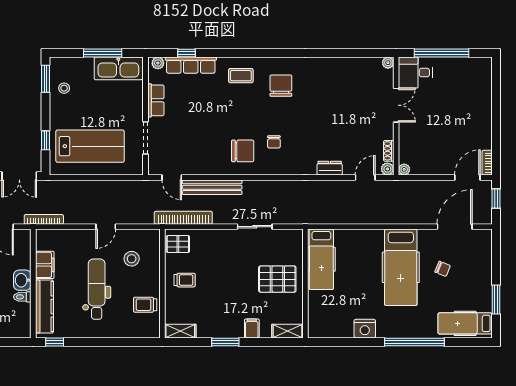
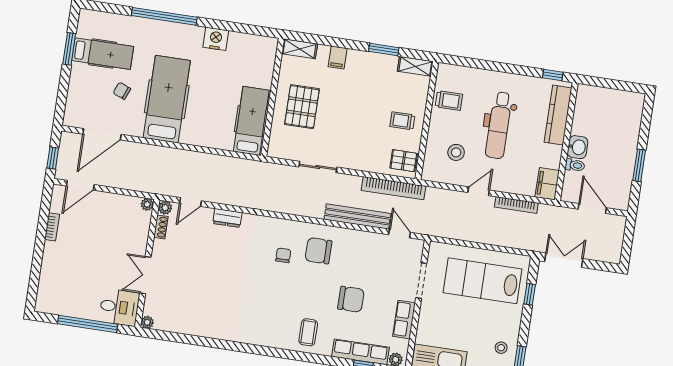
coffee table: (241, 76) -> (308, 332), turned 90
chair: (281, 86) -> (351, 299), moved, turned -90
bookcase: (487, 163) -> (52, 227), moved
bookcase: (44, 219) -> (516, 205), moved
filing cabinet: (45, 265) -> (547, 184), moved
pallet: (277, 279) -> (302, 107), turned 90
toilet: (22, 297) -> (575, 165), moved
hospital bed: (465, 323) -> (103, 54), moved
window: (225, 342) -> (384, 50), moved

